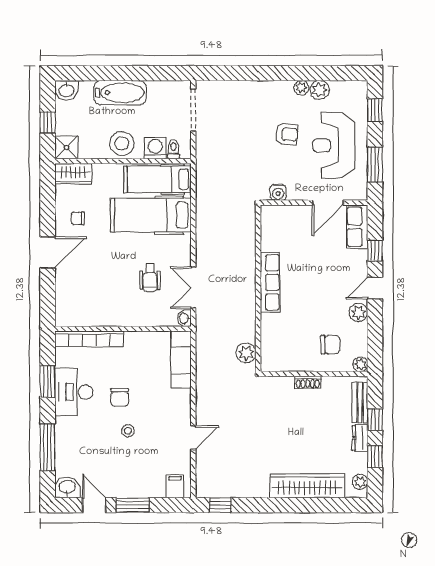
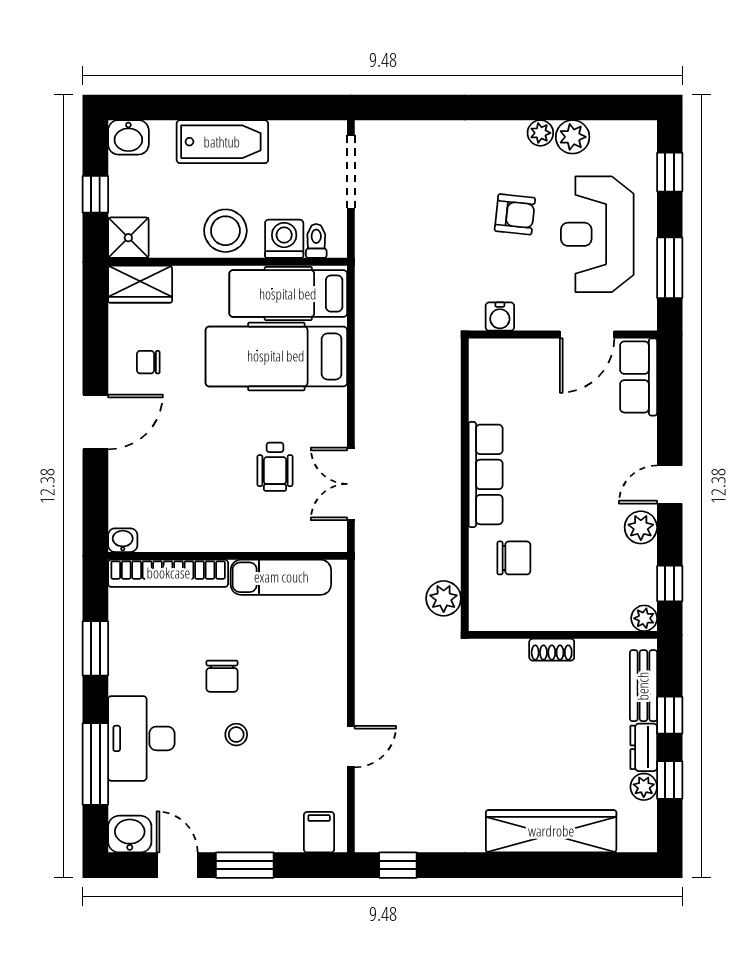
window: (375, 251) -> (670, 583), moved
washbasin: (184, 318) -> (123, 540), moved, turned 90
chair: (330, 345) -> (514, 558), moved
exam couch: (181, 360) -> (281, 577), moved, turned -90
desk: (74, 392) -> (141, 738), moved
plant: (360, 482) -> (644, 787), moved

